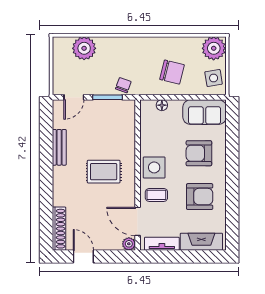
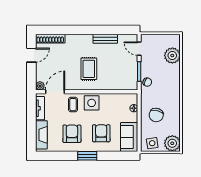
window: (232, 174) -> (87, 156), added
armchair: (200, 197) -> (72, 134), turned 180

